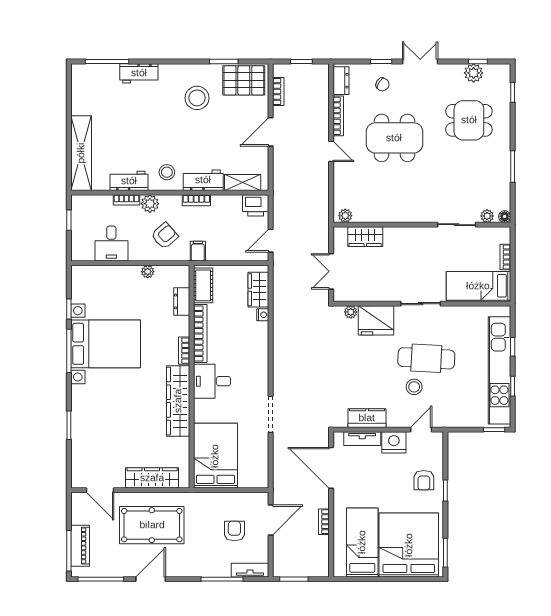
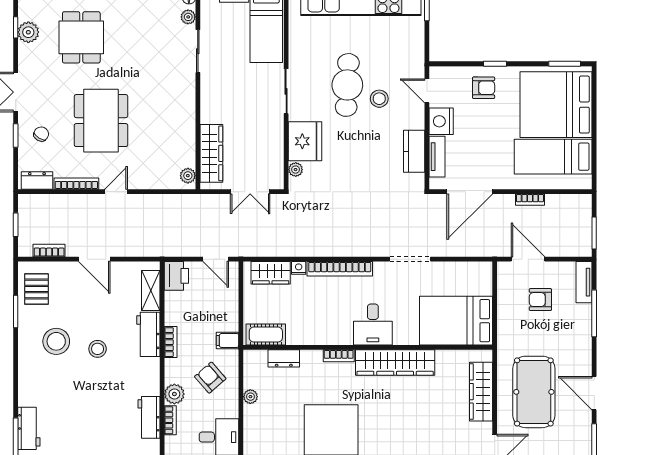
workbench: (139, 73) -> (29, 428), moved
pallet: (244, 80) -> (37, 289), width x0.67, depth x0.71
stool: (167, 172) -> (98, 349), moved
wardrobe: (365, 237) -> (211, 153), width x1.50
bookcase: (200, 333) -> (340, 269), moved, turned 180

